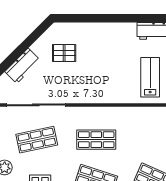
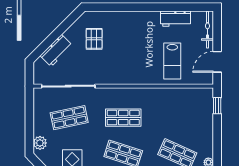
pallet: (64, 53) -> (94, 39), turned 90
lab bench: (150, 77) -> (172, 61), turned 180

